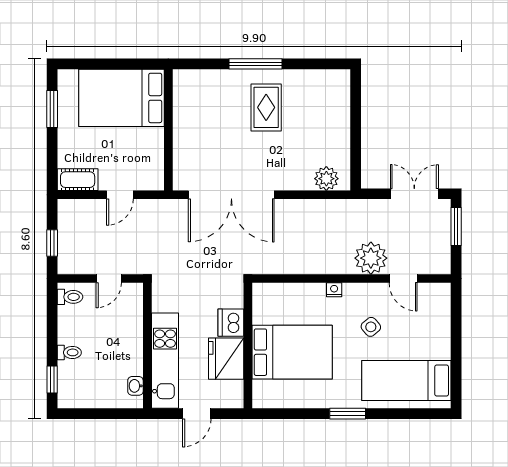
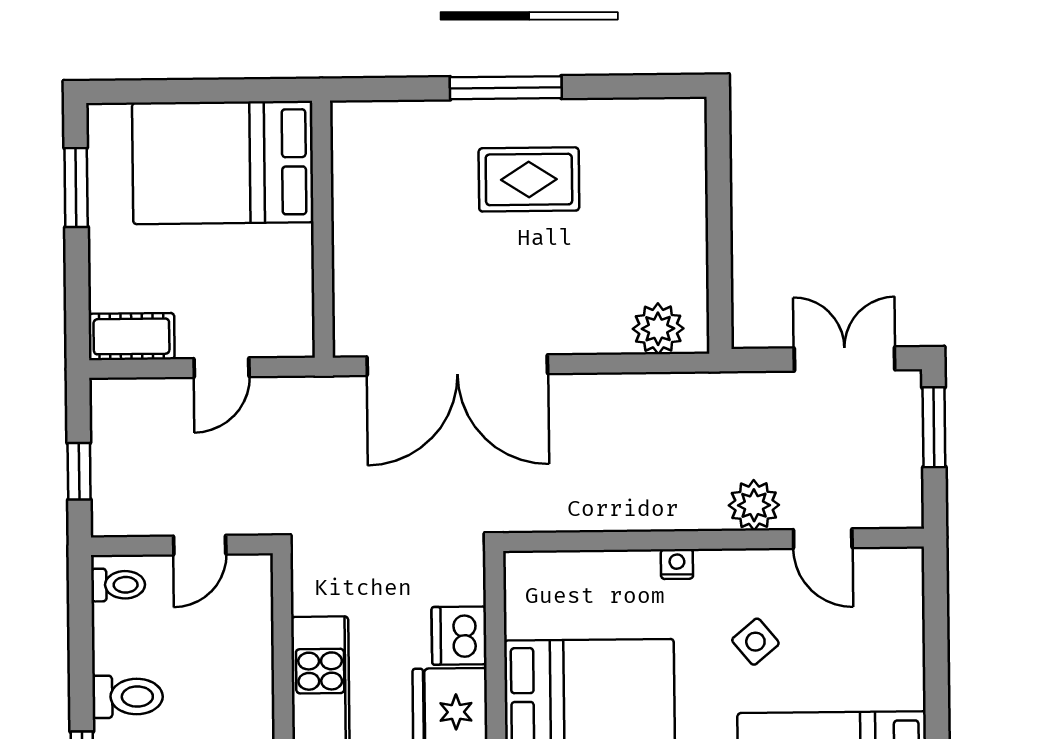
rug: (266, 107) -> (529, 179), turned 90
plant: (371, 258) -> (754, 505), width x0.73, depth x0.73
toilet: (69, 352) -> (128, 697), width x1.37, depth x1.39

